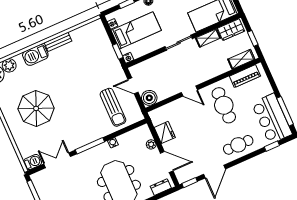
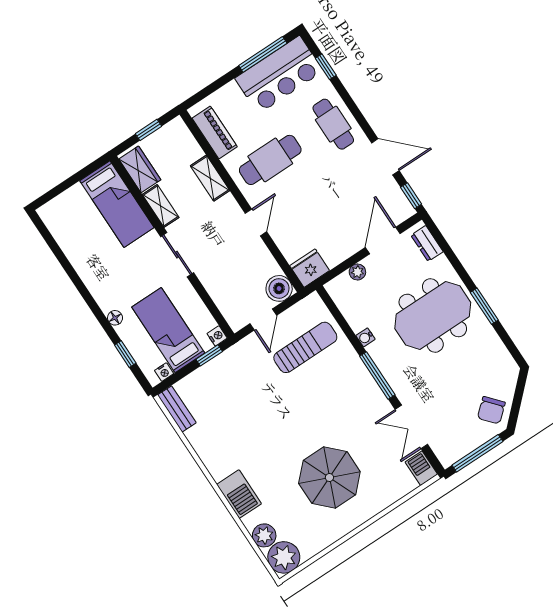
bench: (58, 42) -> (177, 409), moved
shelving: (241, 59) -> (210, 178), moved
fridge: (165, 132) -> (310, 268), moved

